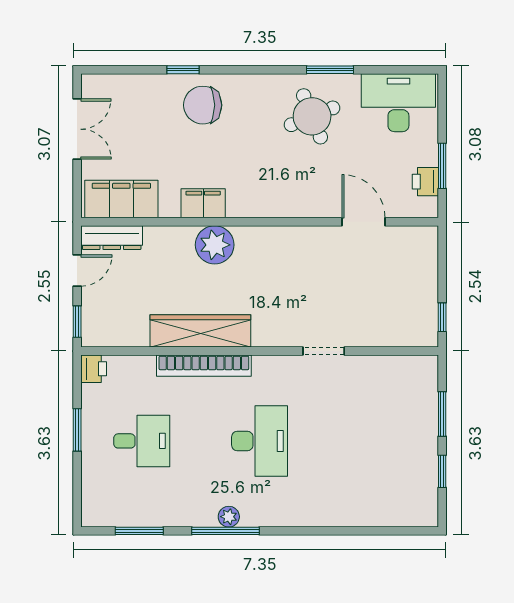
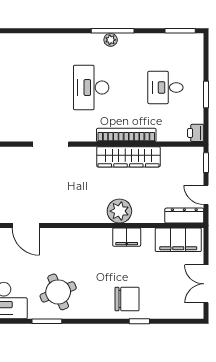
door: (77, 270) -> (206, 195), hinge flipped
doorway: (324, 351) -> (51, 144), width x1.38
window: (139, 531) -> (180, 31), moved

